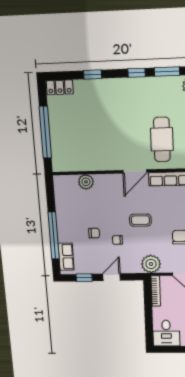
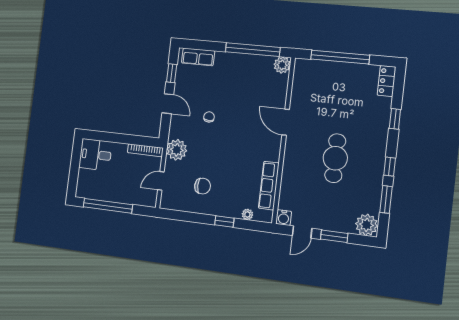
cafe table: (162, 139) -> (335, 158), moved, turned 90
door: (135, 171) -> (286, 122), moved
plant: (86, 182) -> (282, 65), moved
coffee table: (140, 220) -> (228, 146), removed
chair: (94, 233) -> (220, 92), removed
window: (54, 236) -> (253, 50), moved

